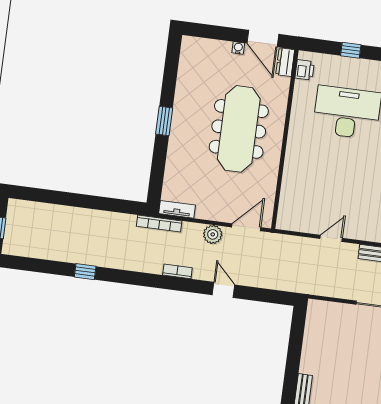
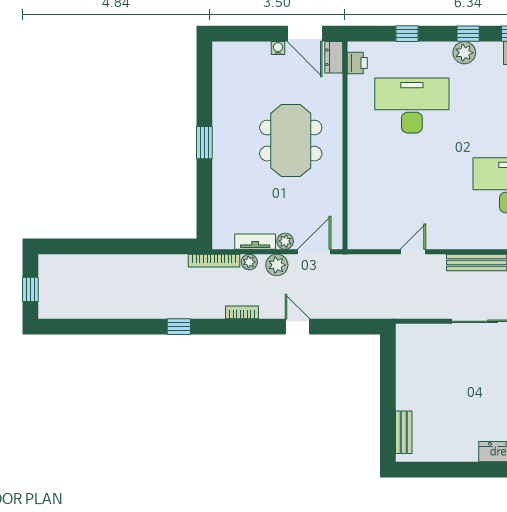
meeting table: (239, 129) -> (291, 141), width x0.73
tv unit: (177, 209) -> (255, 242), moved
plant: (222, 215) -> (285, 241), added
plant: (189, 229) -> (249, 262), added
window: (85, 272) -> (179, 327), moved

